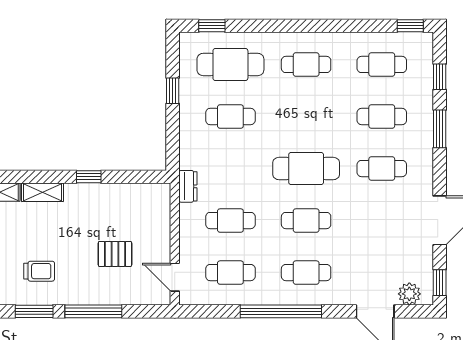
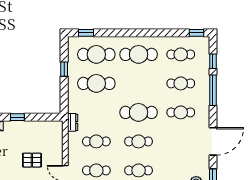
cafe table: (306, 64) -> (139, 54), width x1.37, depth x1.35
cafe table: (230, 116) -> (96, 83), width x1.37, depth x1.35
window: (440, 129) -> (213, 90), width x1.44

